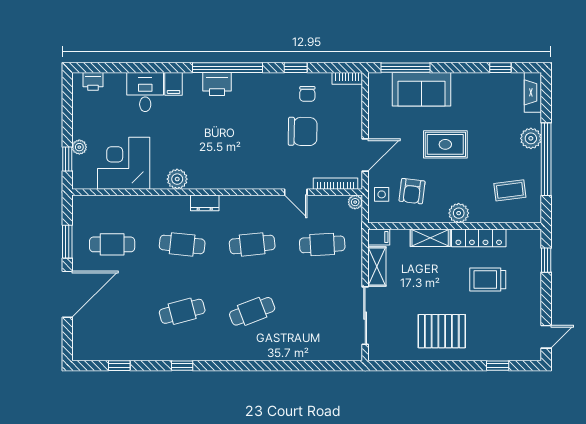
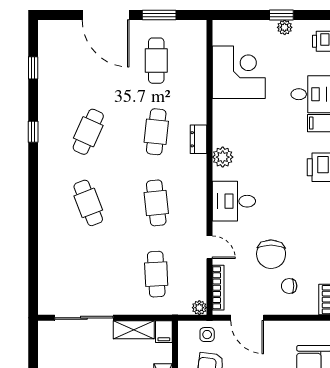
chair: (307, 94) -> (289, 286), moved
plant: (79, 147) -> (285, 27), moved
window: (67, 159) -> (281, 15), moved
desk: (250, 168) -> (234, 201), added
plant: (177, 179) -> (223, 157), moved
door: (296, 192) -> (209, 247), swing flipped
dresser: (205, 203) -> (198, 139), moved
cafe table: (182, 311) -> (88, 132), turned 39

